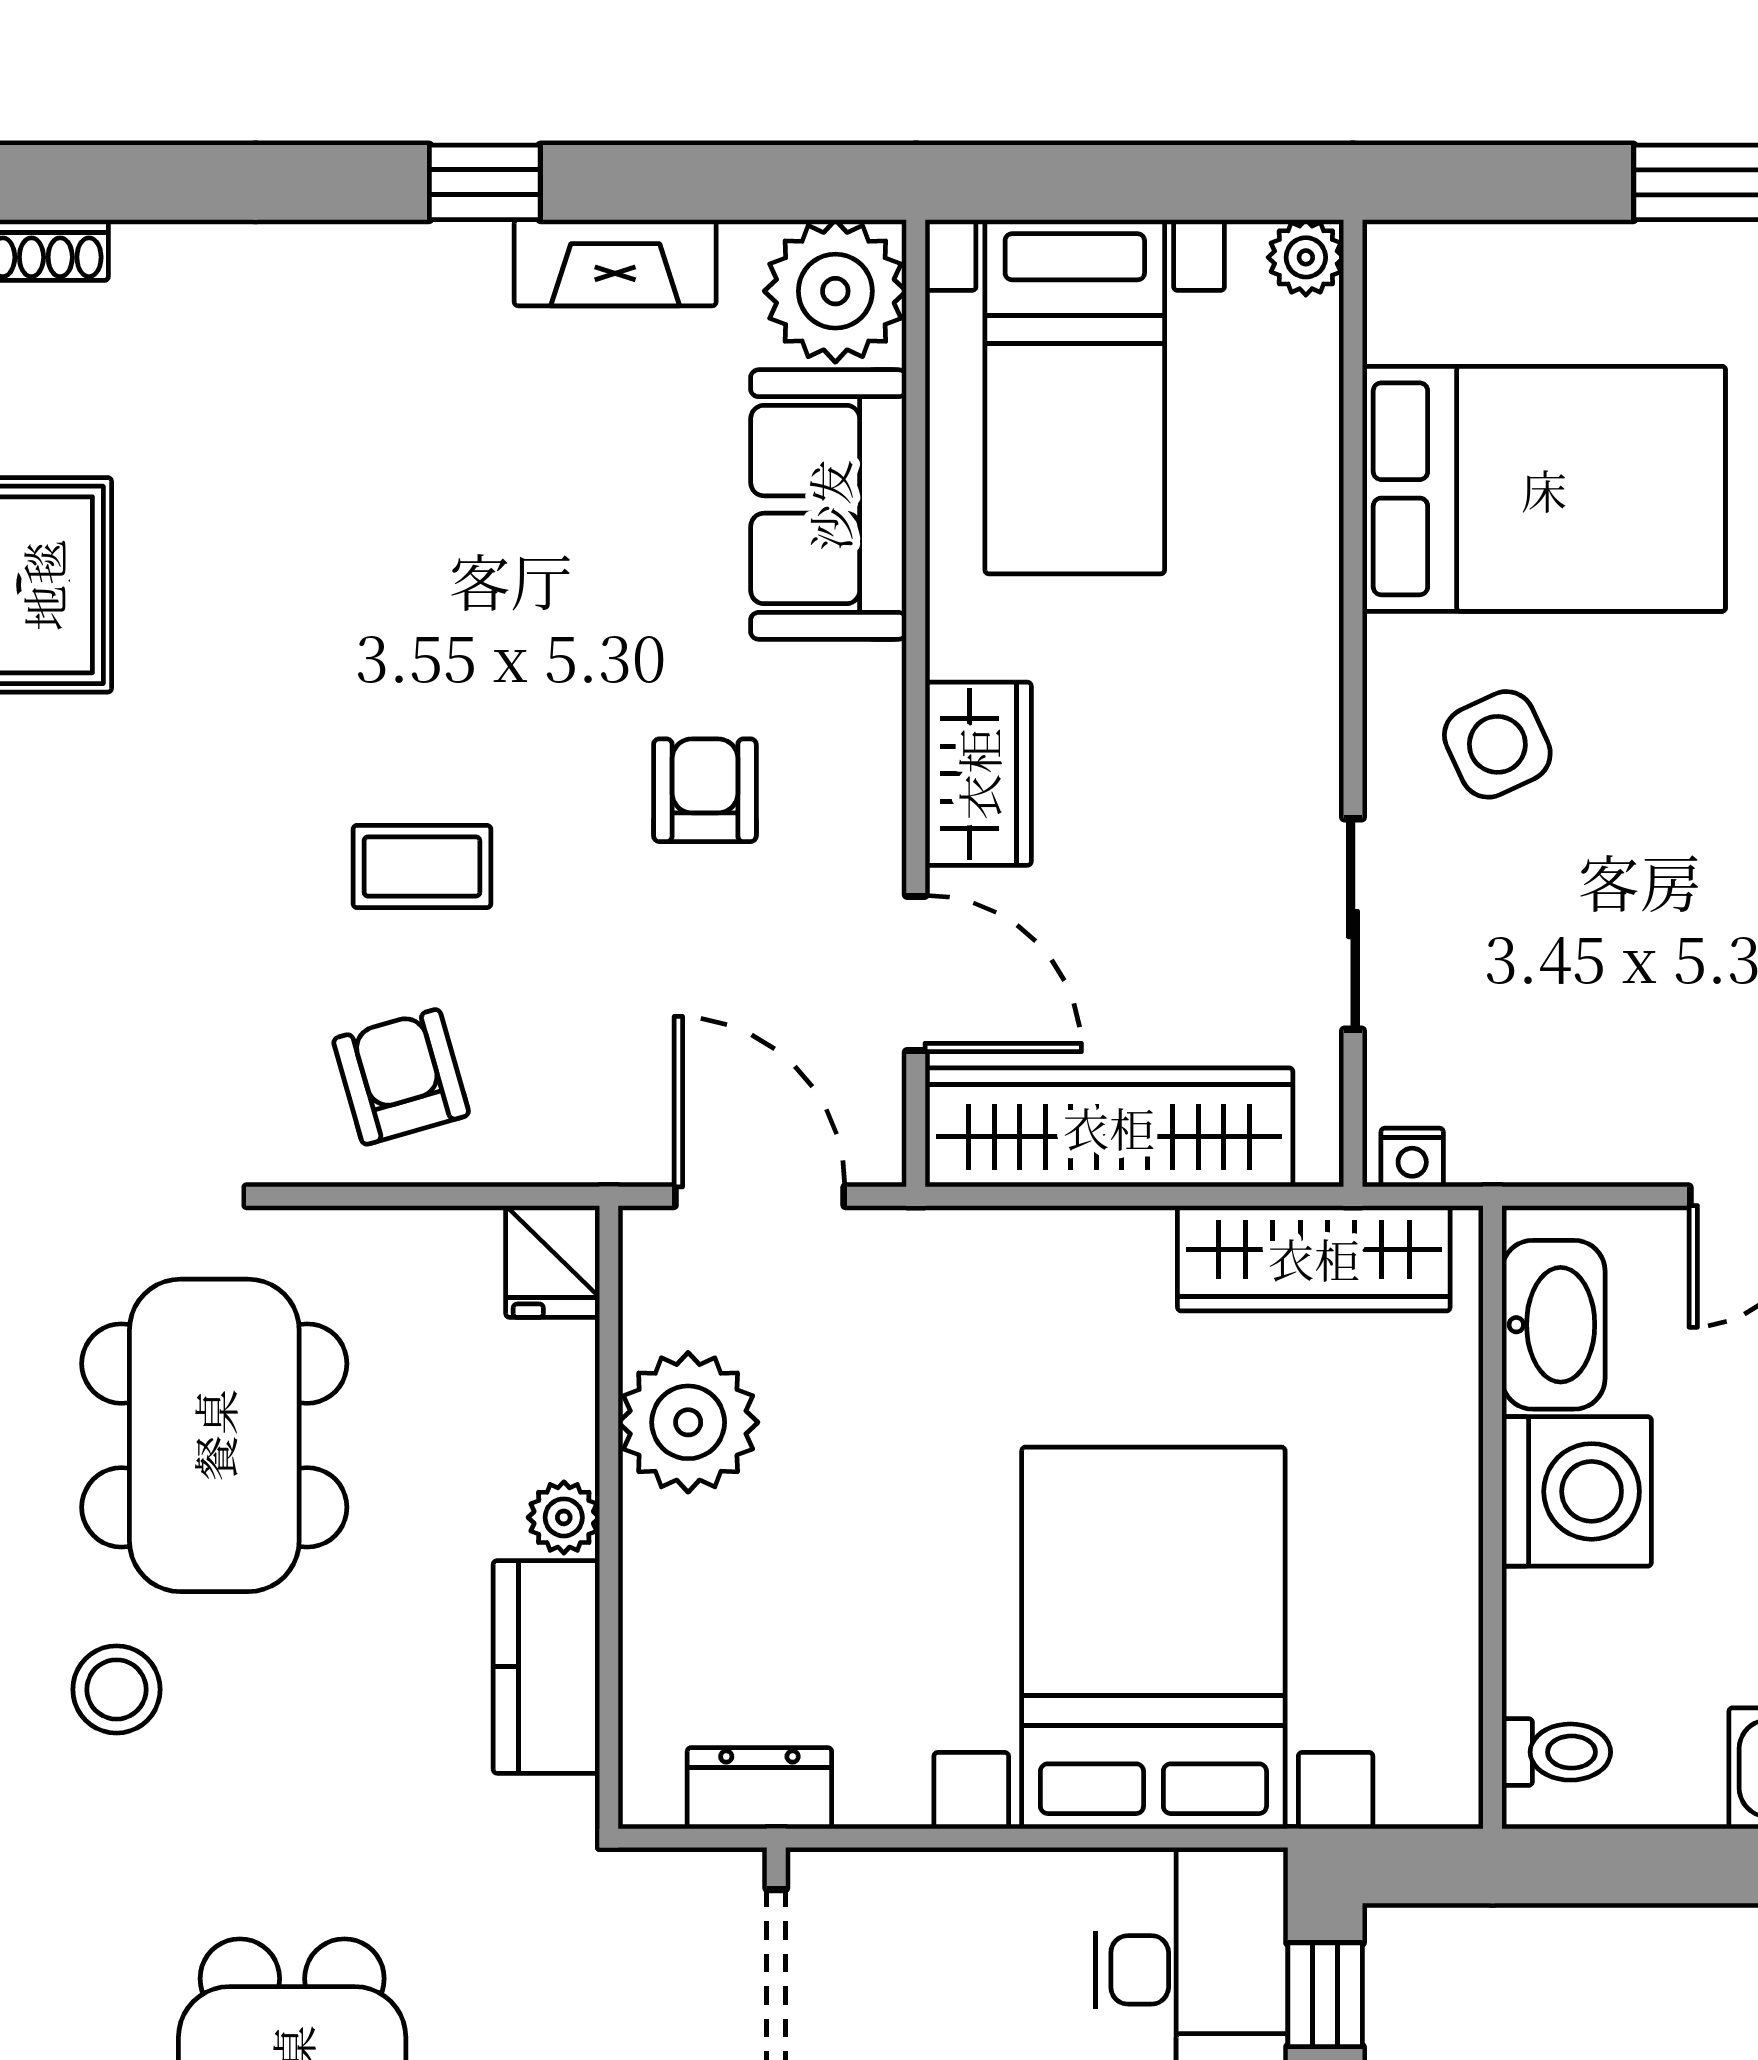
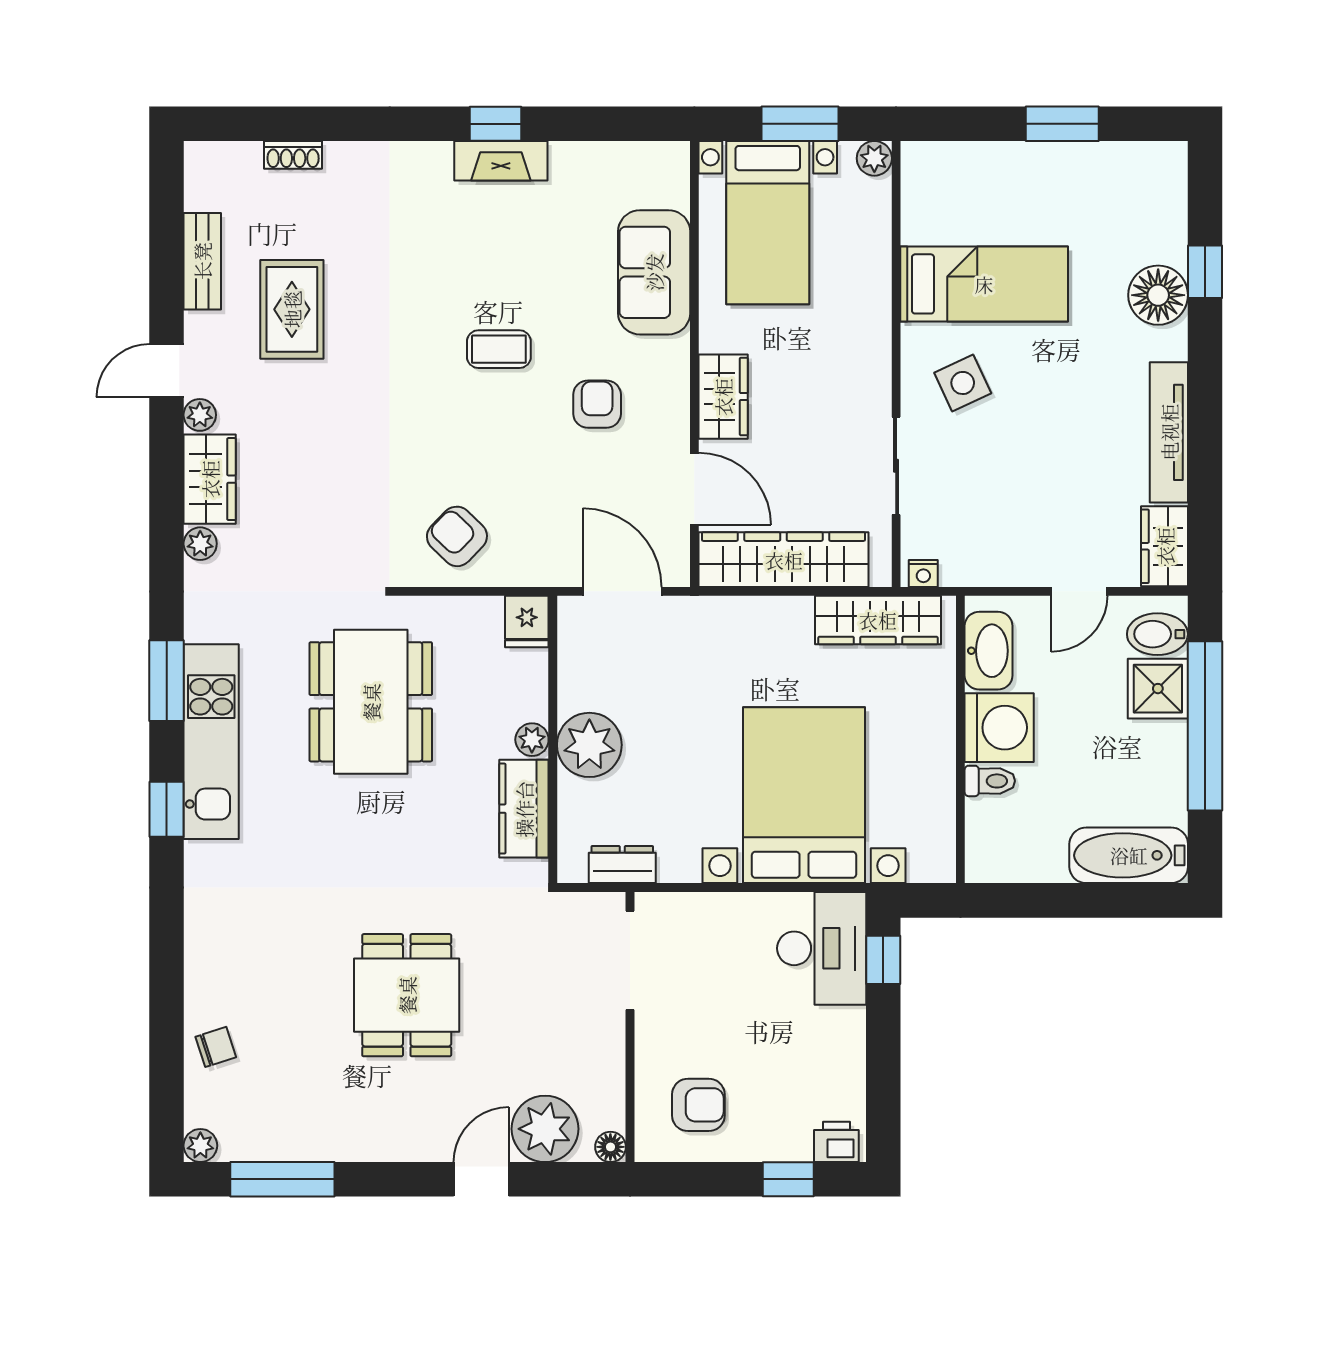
window: (1145, 182) -> (800, 124), added
fireplace: (615, 263) -> (501, 161), moved
plant: (835, 291) -> (657, 174), removed
bed: (1544, 489) -> (984, 284), width x0.67
coffee table: (422, 866) -> (499, 349), moved
armchair: (401, 1077) -> (457, 536), turned -30
plant: (688, 1422) -> (589, 745), moved
stool: (116, 1689) -> (326, 819), removed
toilet: (1556, 1752) -> (990, 781), moved

